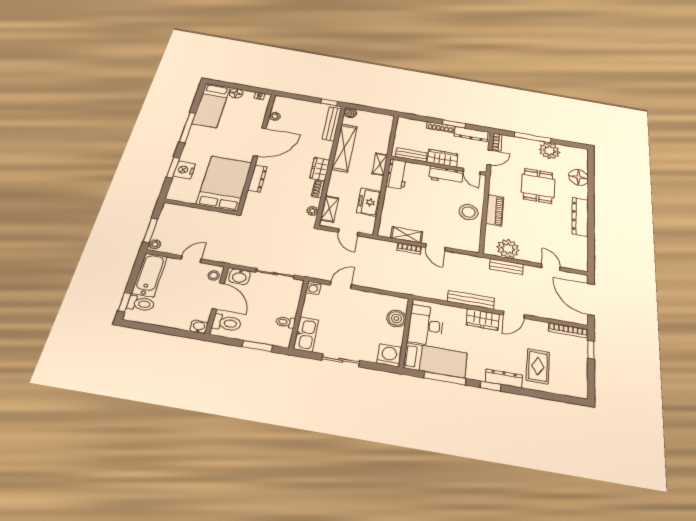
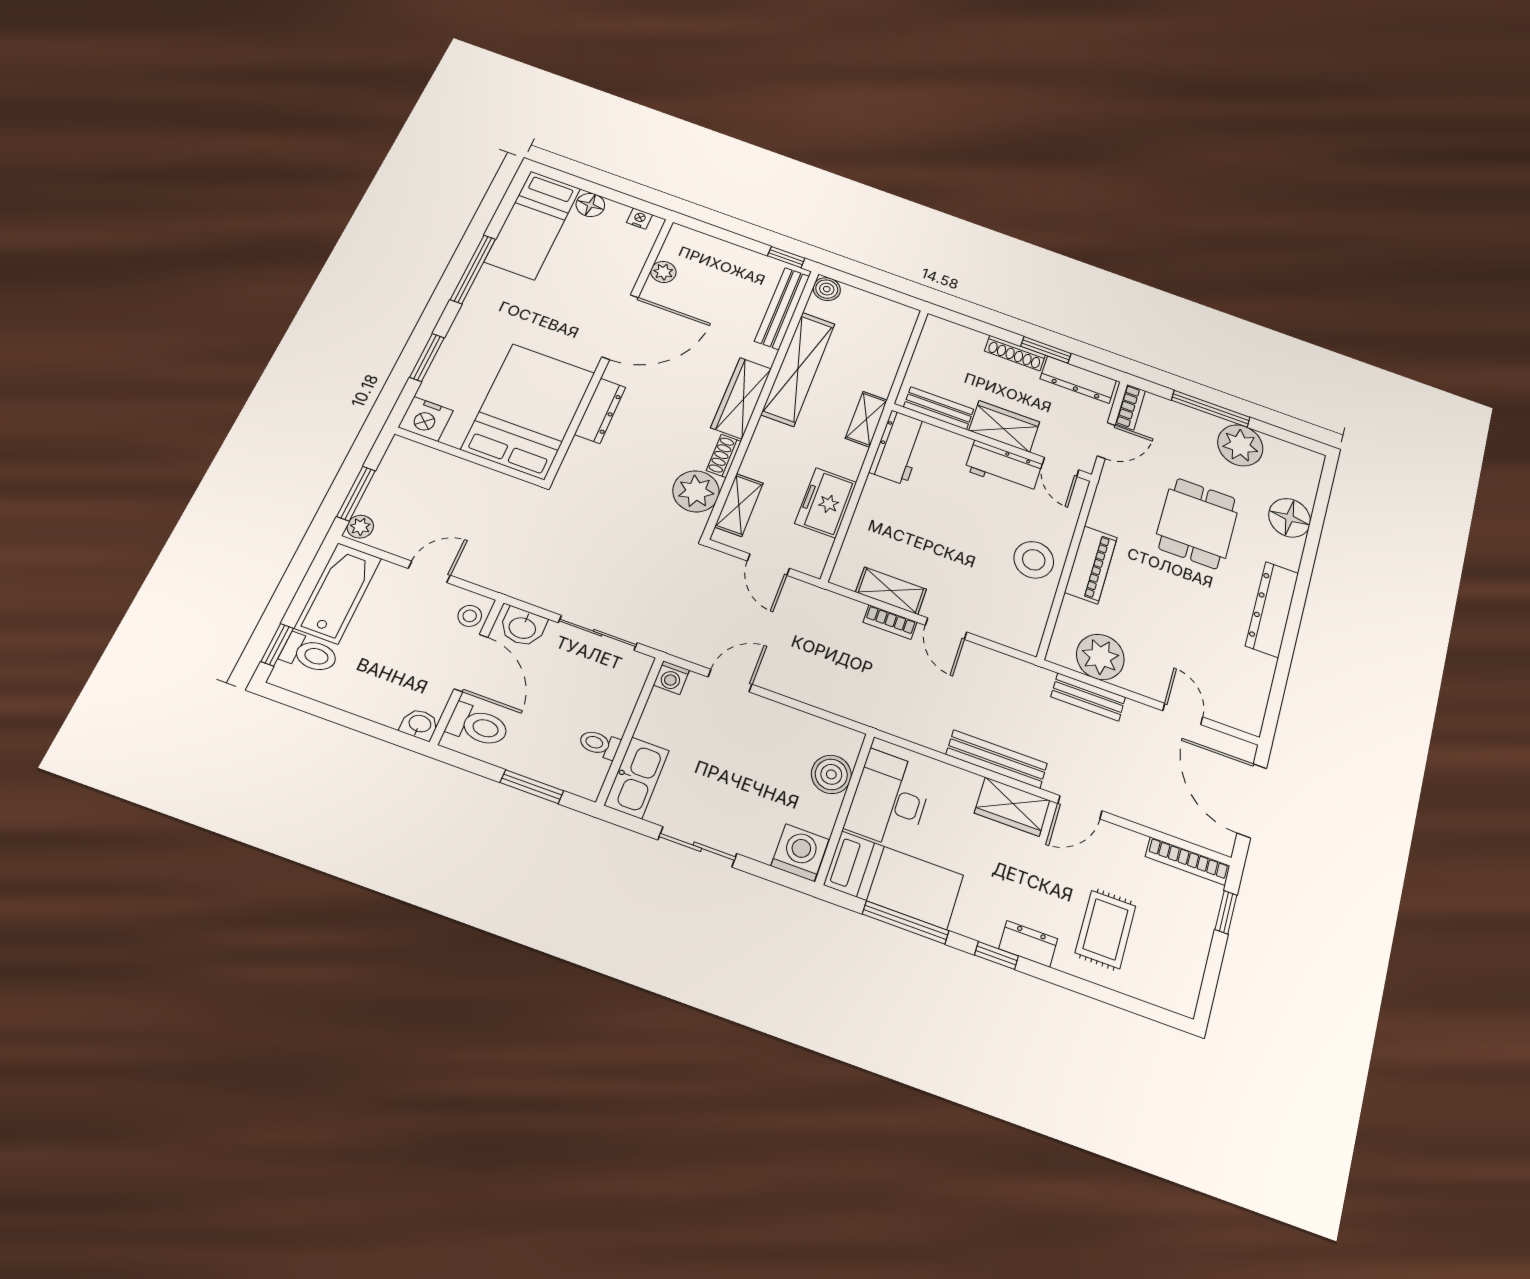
wardrobe: (320, 169) -> (741, 398), width x1.50
nightstand: (184, 170) -> (426, 419), moved, turned -90
plant: (312, 211) -> (696, 491), width x1.88, depth x1.88
dresser: (504, 378) -> (1028, 944), width x0.70

